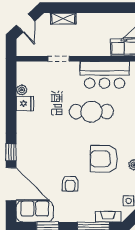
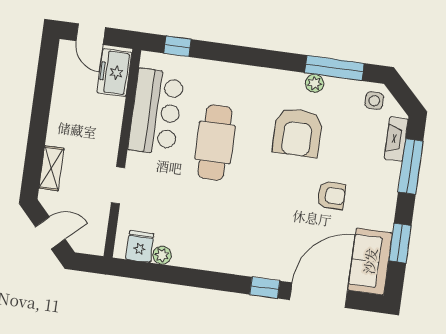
fridge: (25, 104) -> (140, 247), moved

